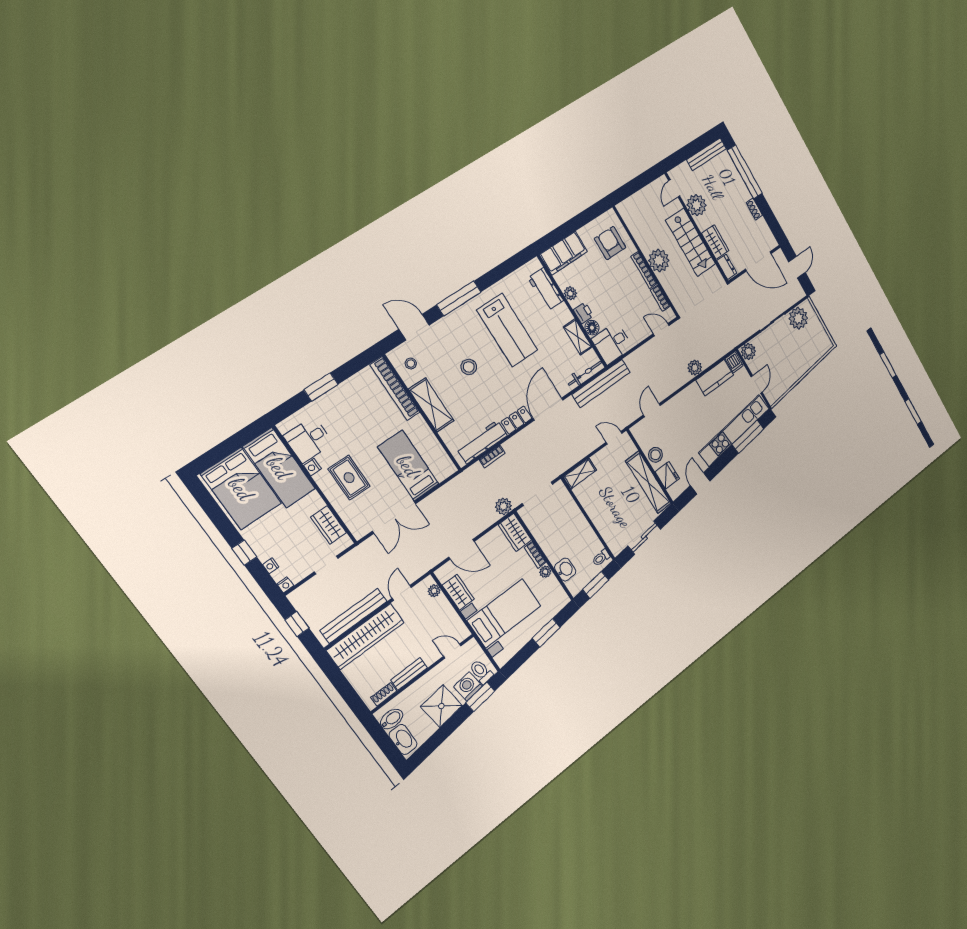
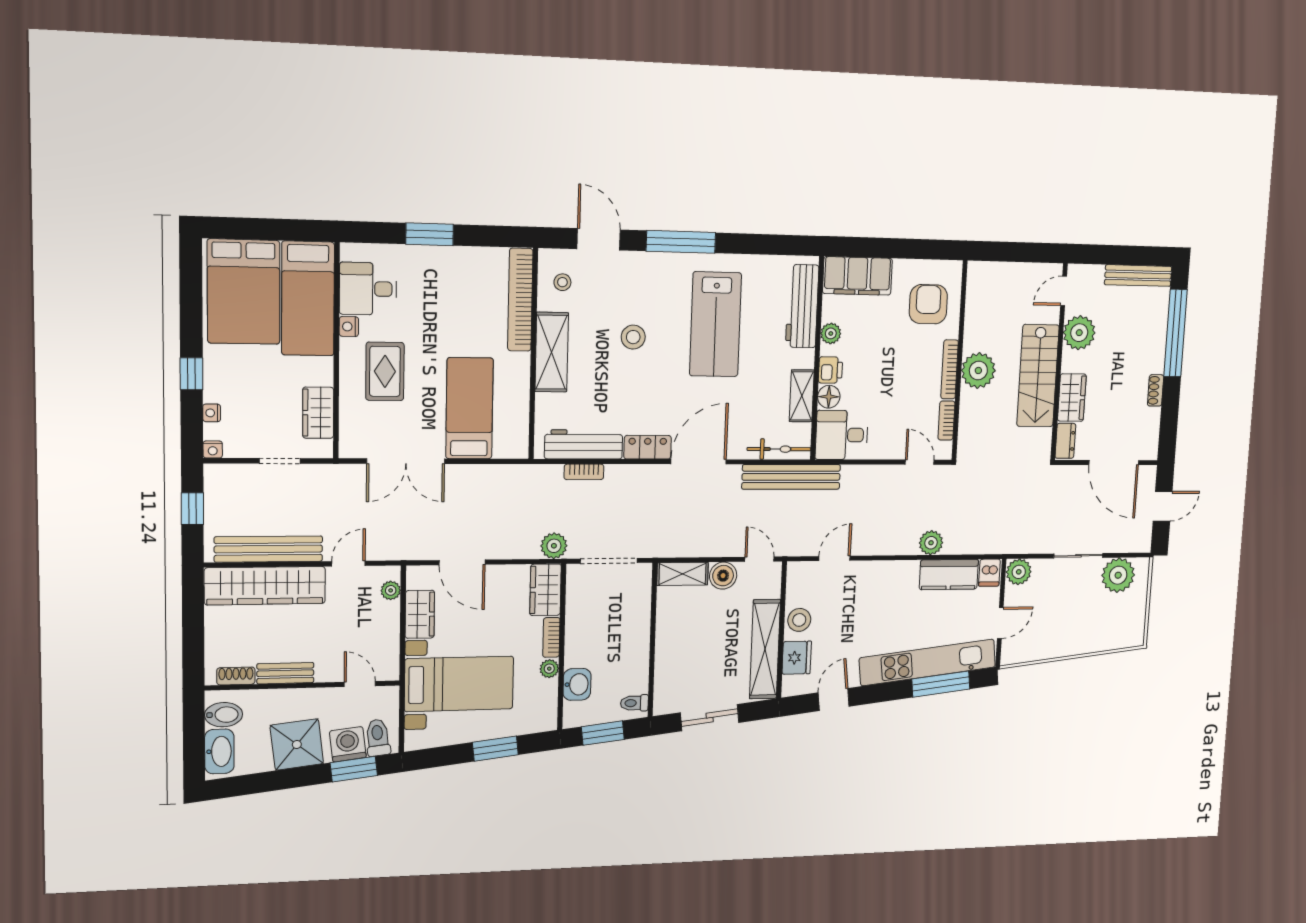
workbench: (546, 289) -> (802, 306), width x1.37
boiler: (601, 460) -> (723, 576), added

